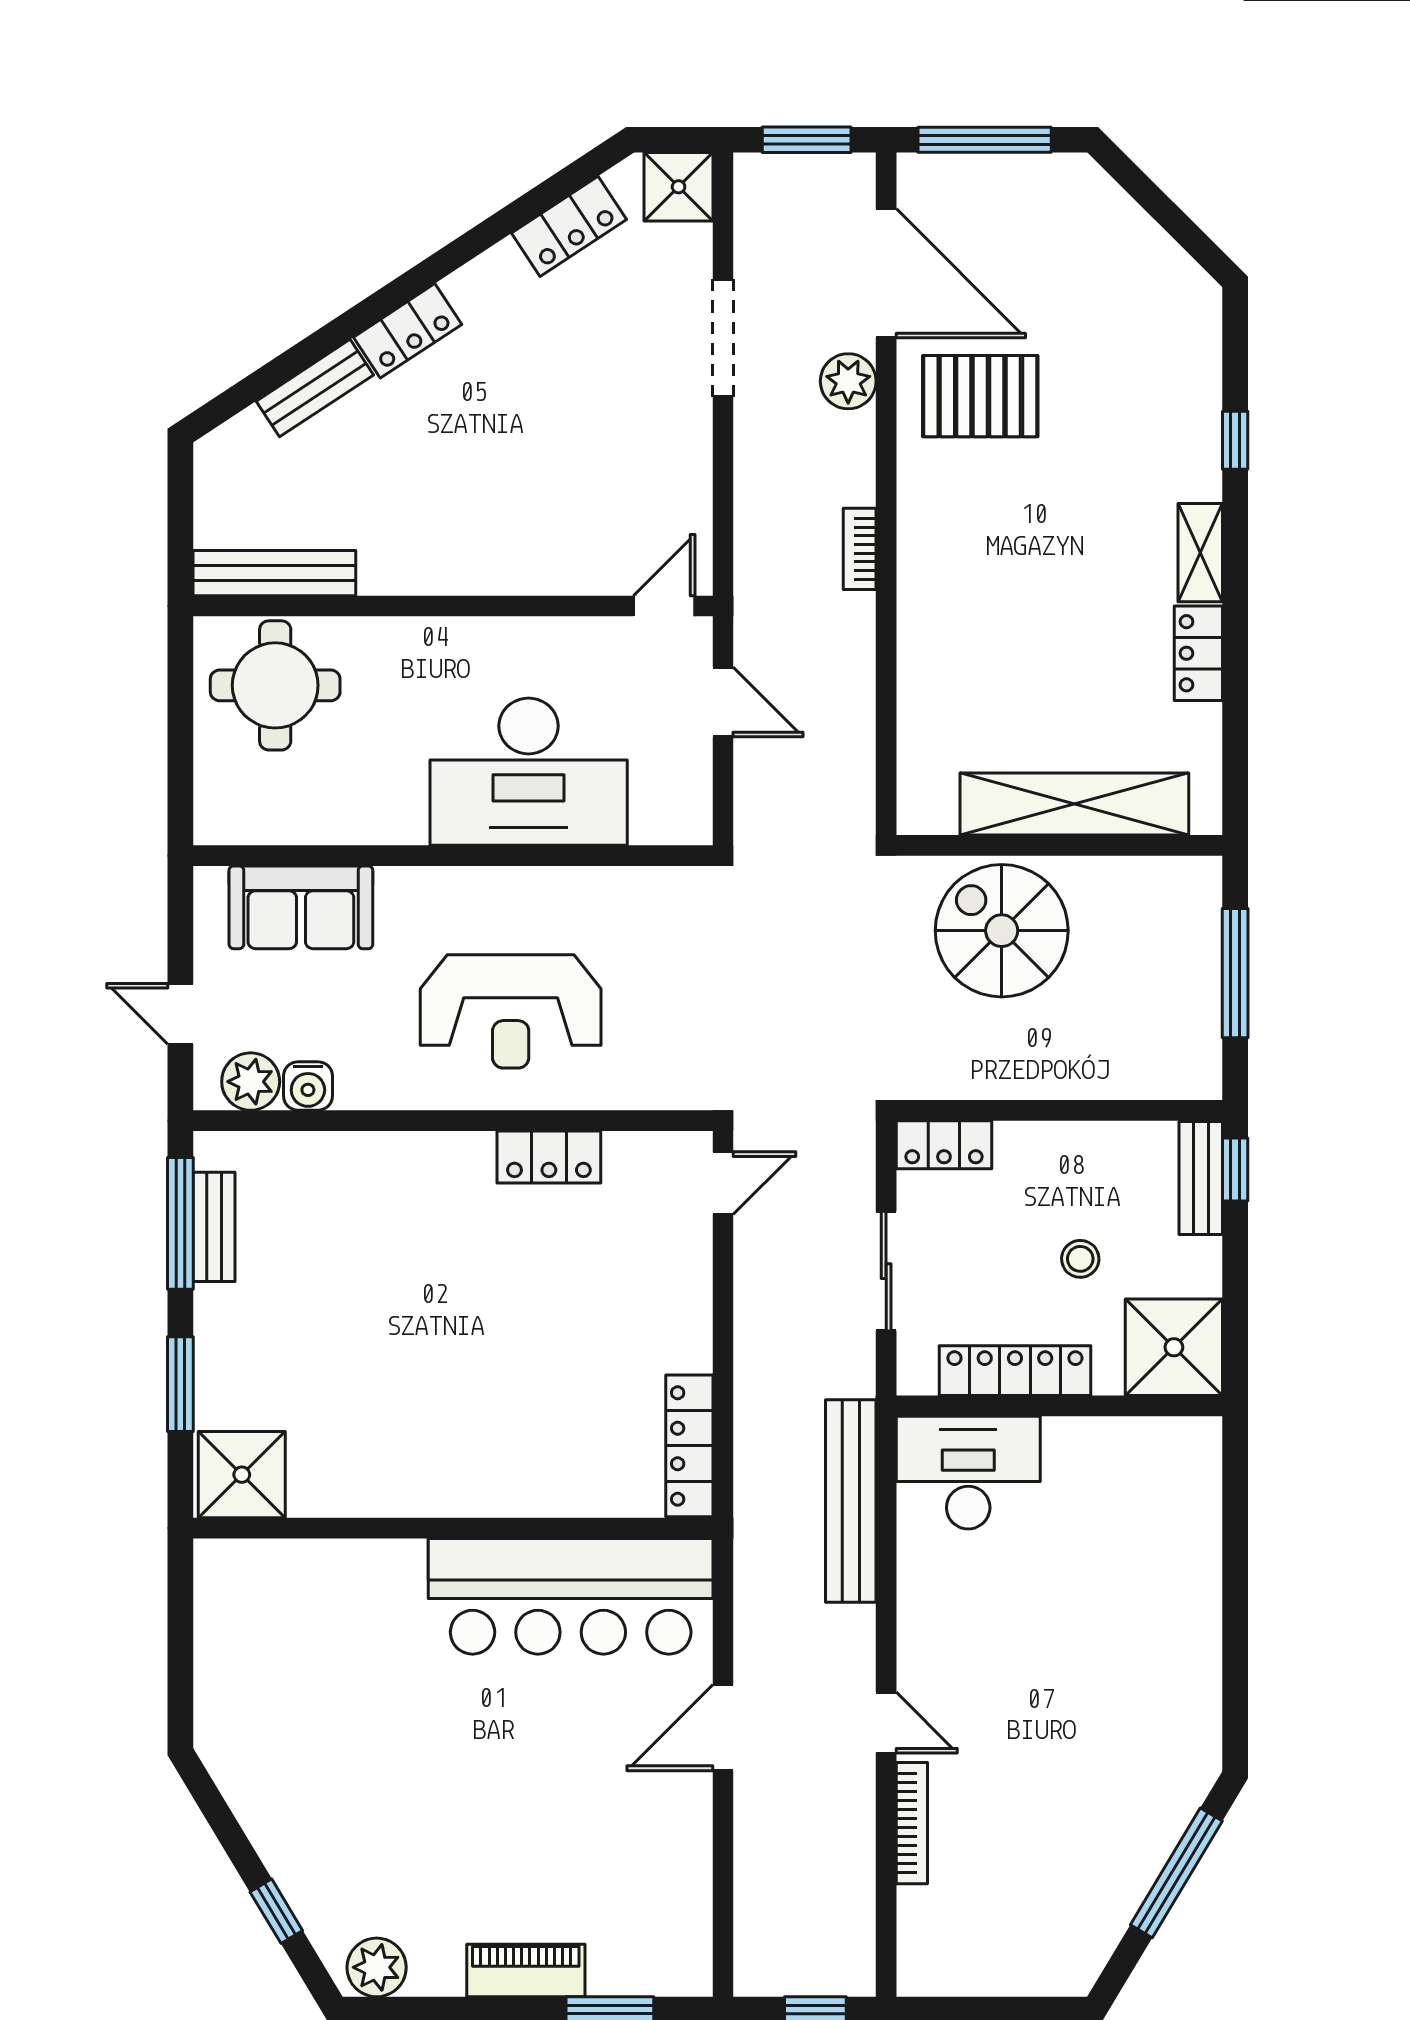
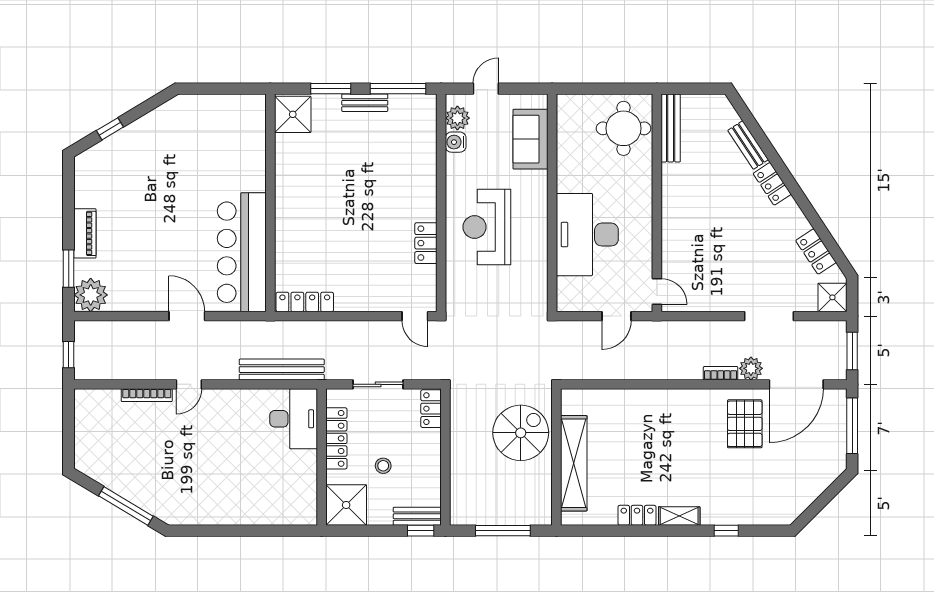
bookcase: (860, 549) -> (721, 373), moved
bench: (214, 1227) -> (365, 103), moved
plant: (377, 1967) -> (91, 295), moved, width x1.36, depth x1.36

